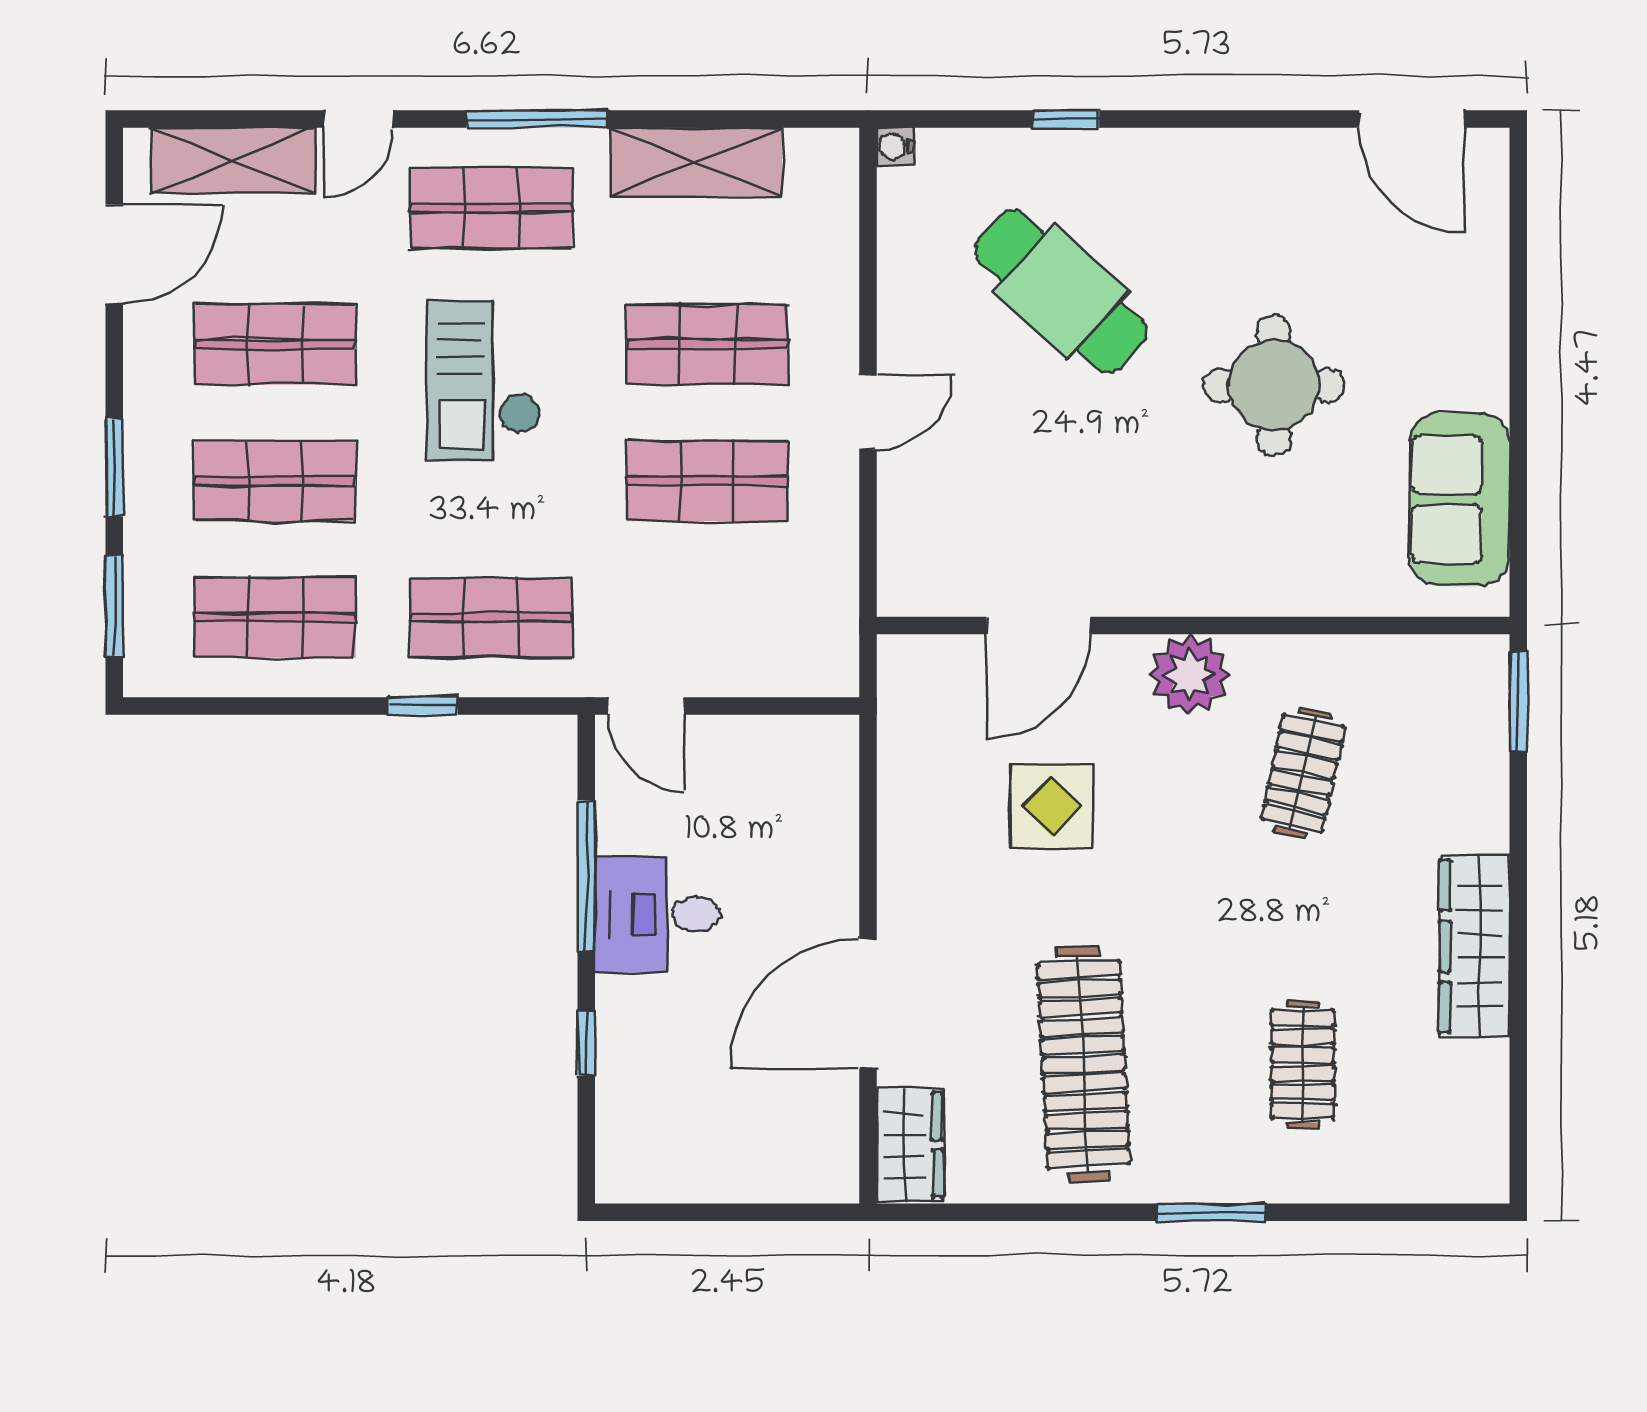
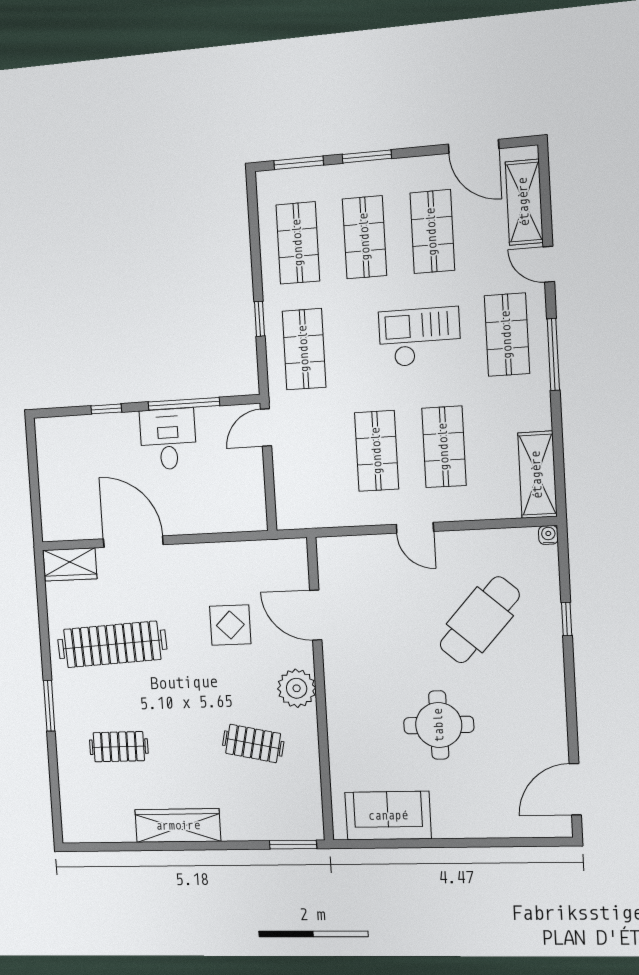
shelving: (696, 162) -> (537, 475), moved

